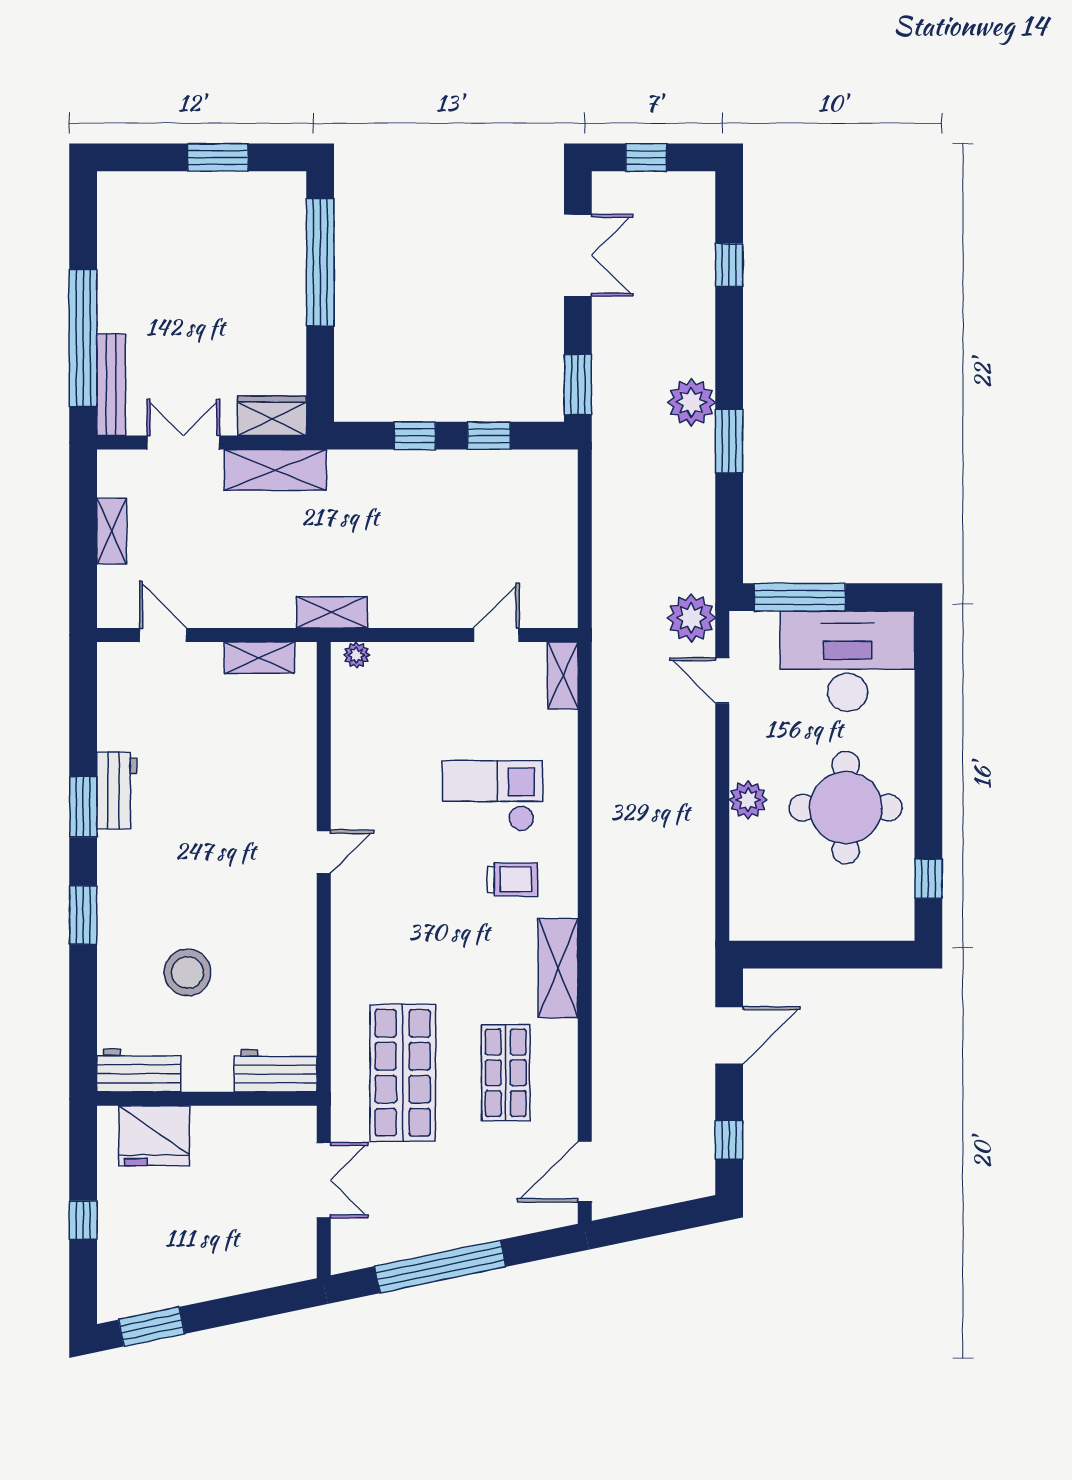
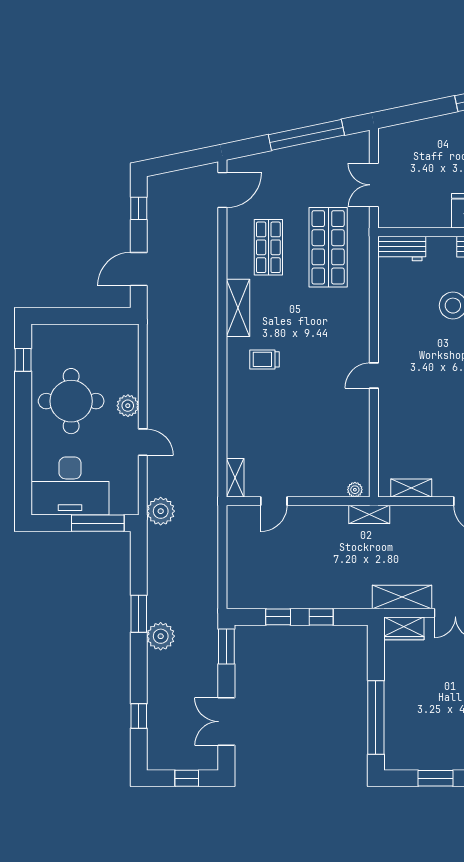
door: (722, 681) -> (143, 442), moved
checkout: (492, 796) -> (276, 408), removed

